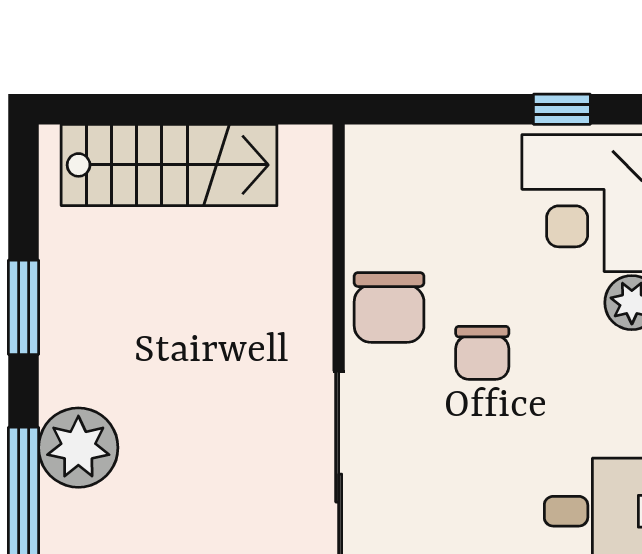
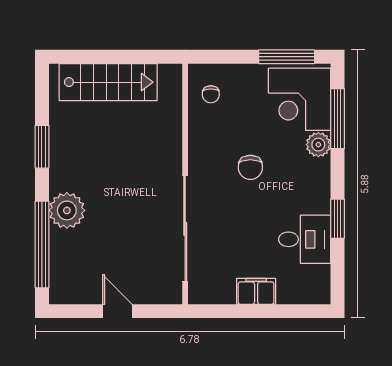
window: (562, 109) -> (287, 57), width x2.17
chair: (389, 307) -> (211, 94), moved, width x0.54, depth x0.54

